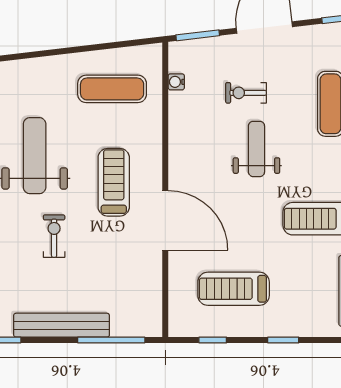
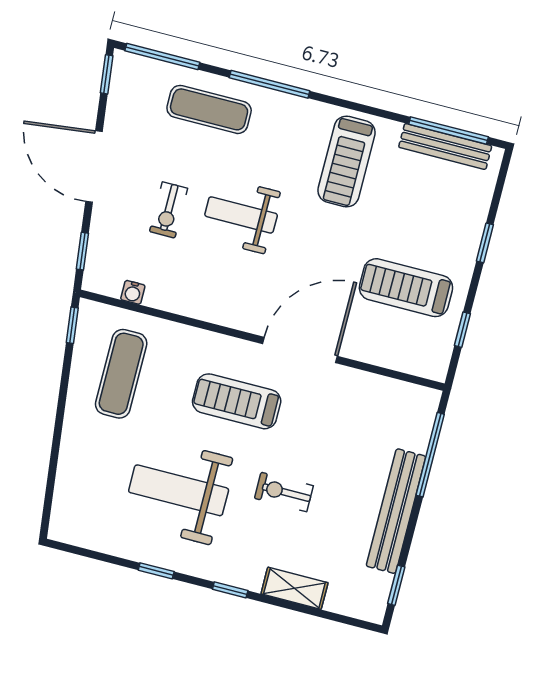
window: (198, 35) -> (82, 251), width x0.67
window: (139, 42) -> (72, 325), added
treadmill: (234, 289) -> (406, 288), turned 90

